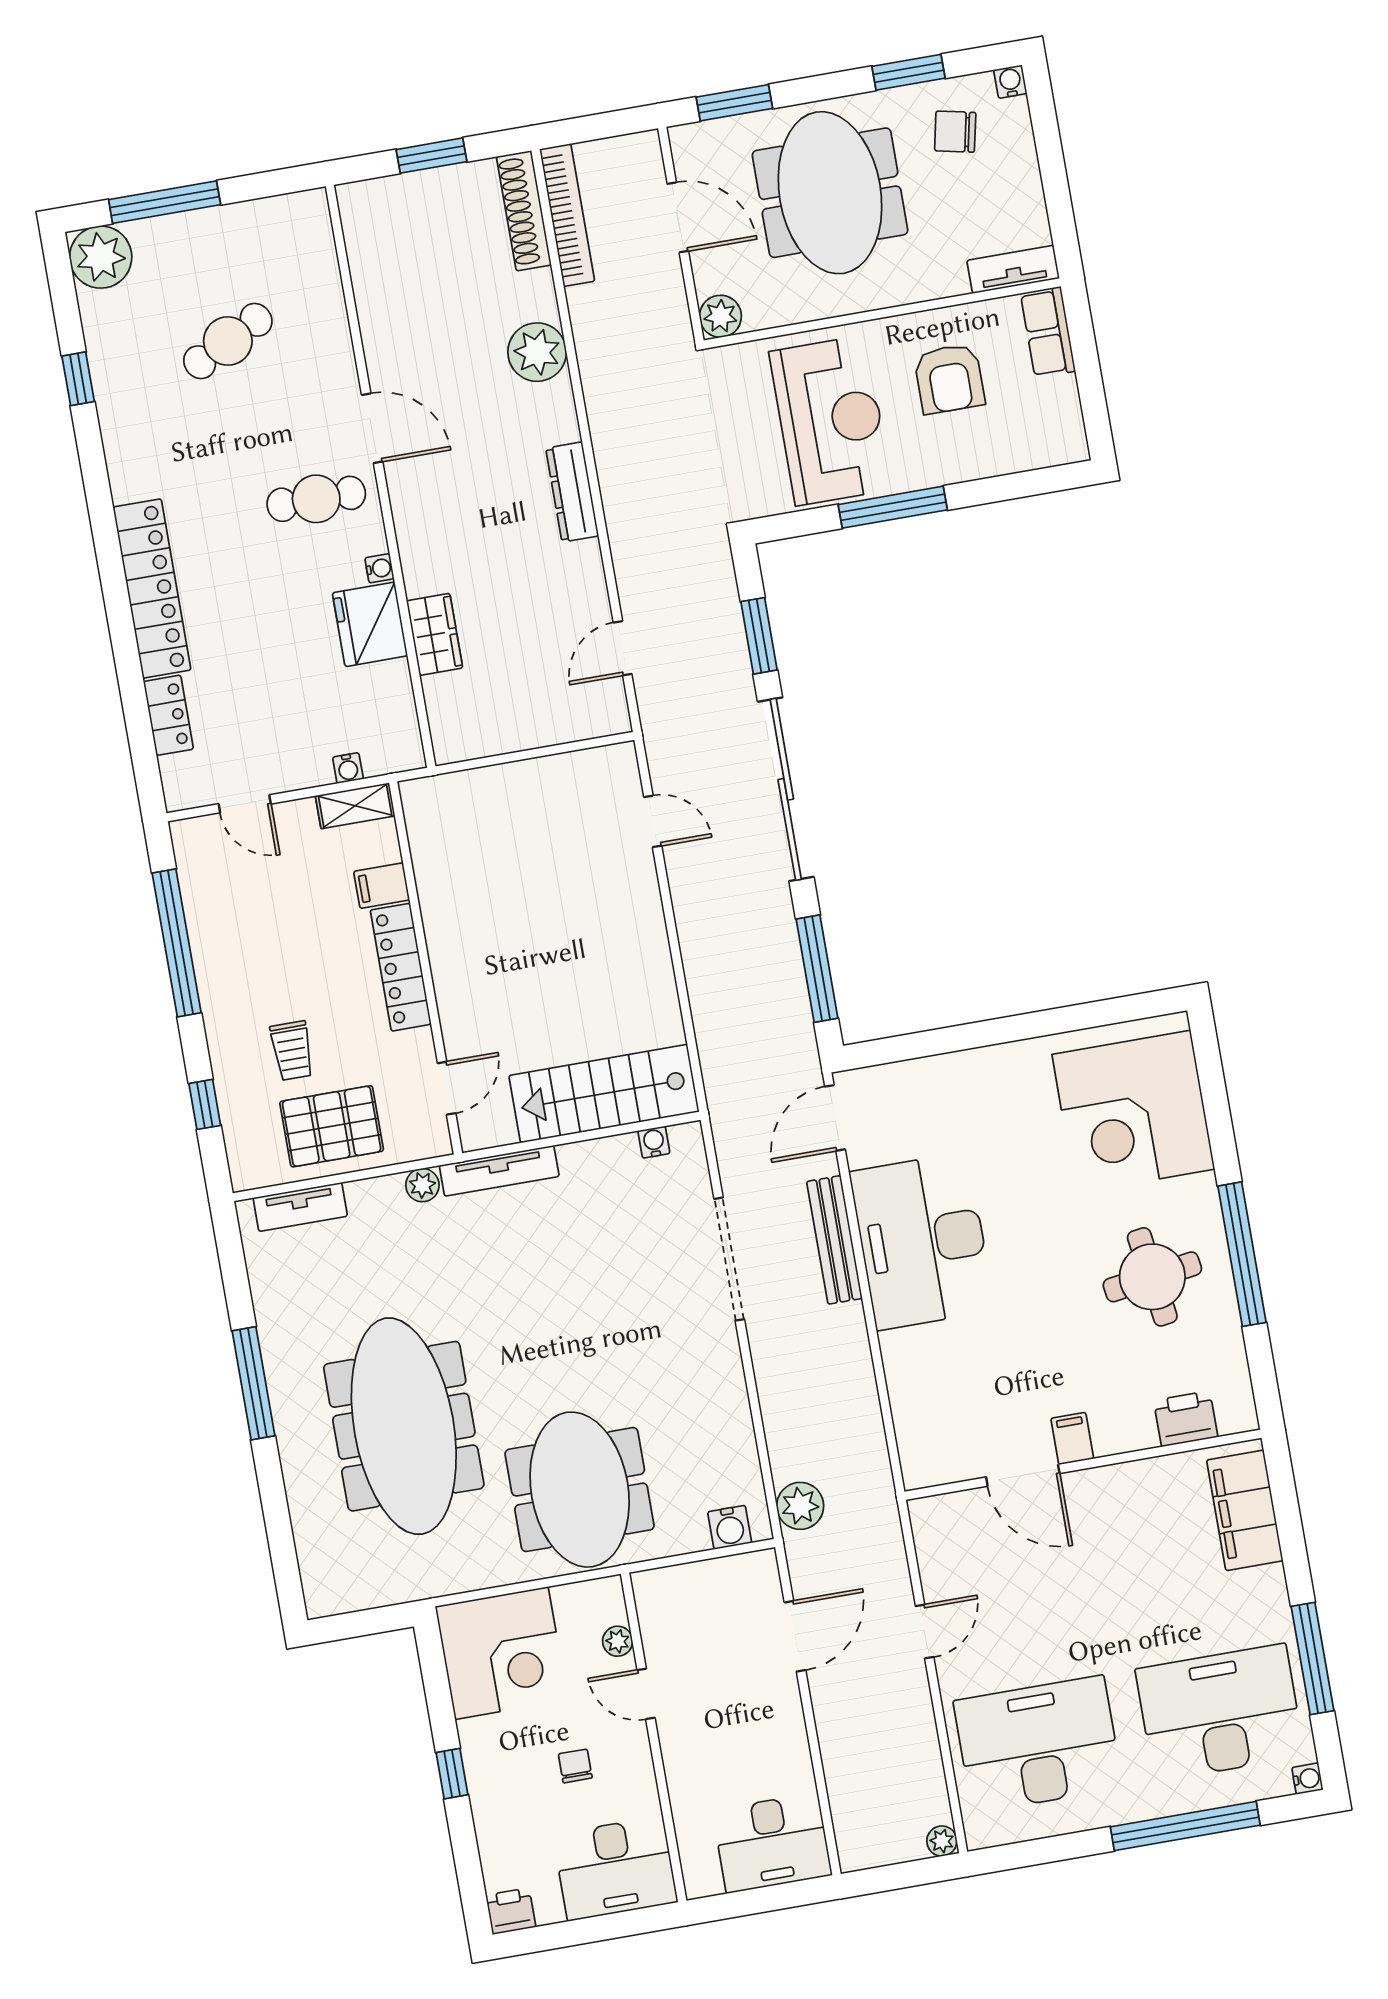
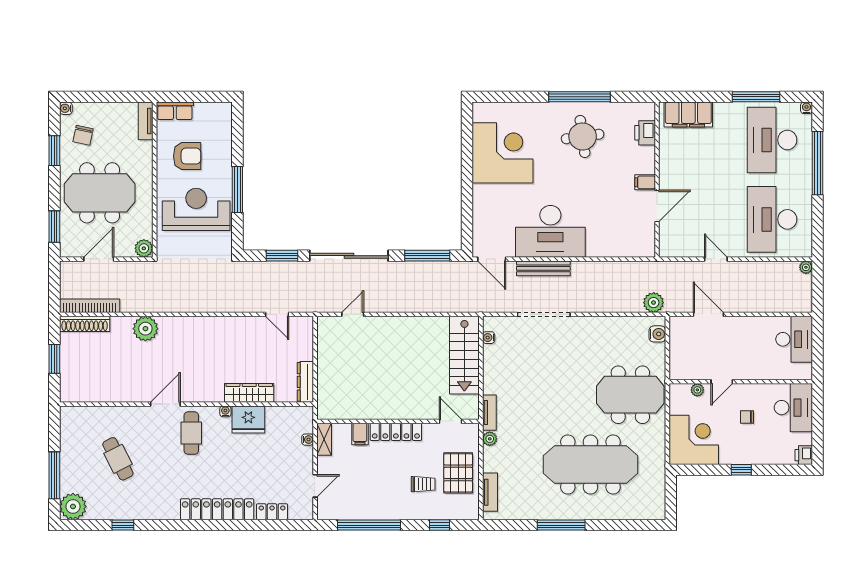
dresser: (572, 492) -> (305, 382), moved, turned 90
wardrobe: (435, 634) -> (249, 393), width x1.50
corner desk: (1133, 1112) -> (503, 153), moved, turned -90
tv unit: (499, 1171) -> (489, 413), width x0.71

